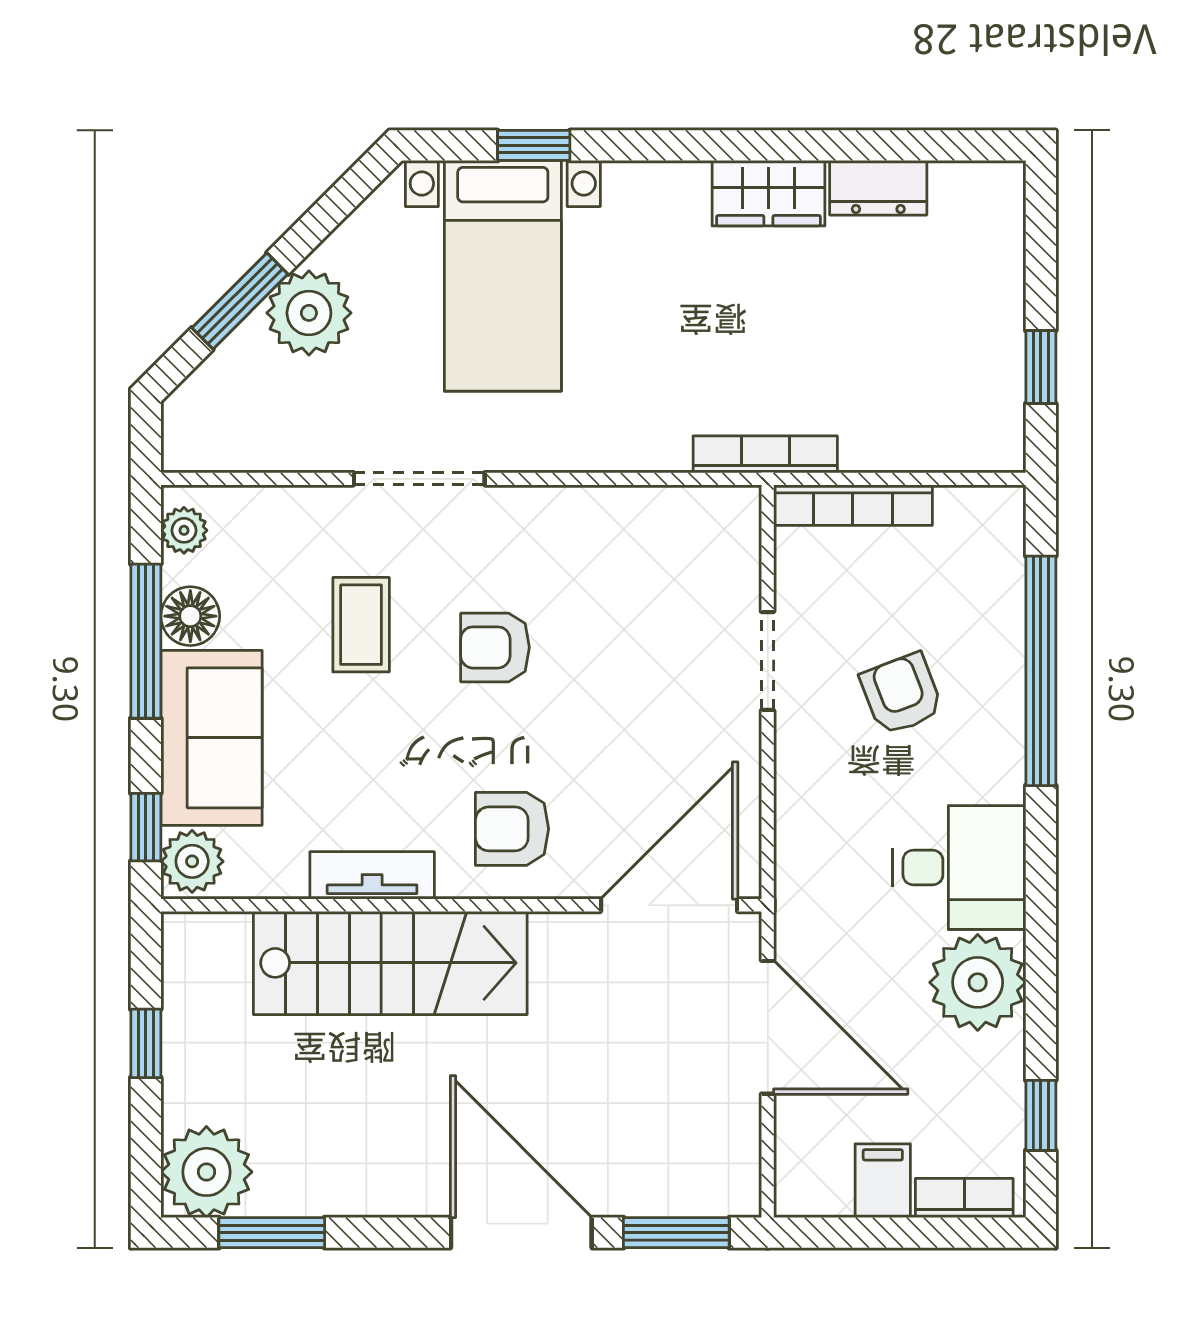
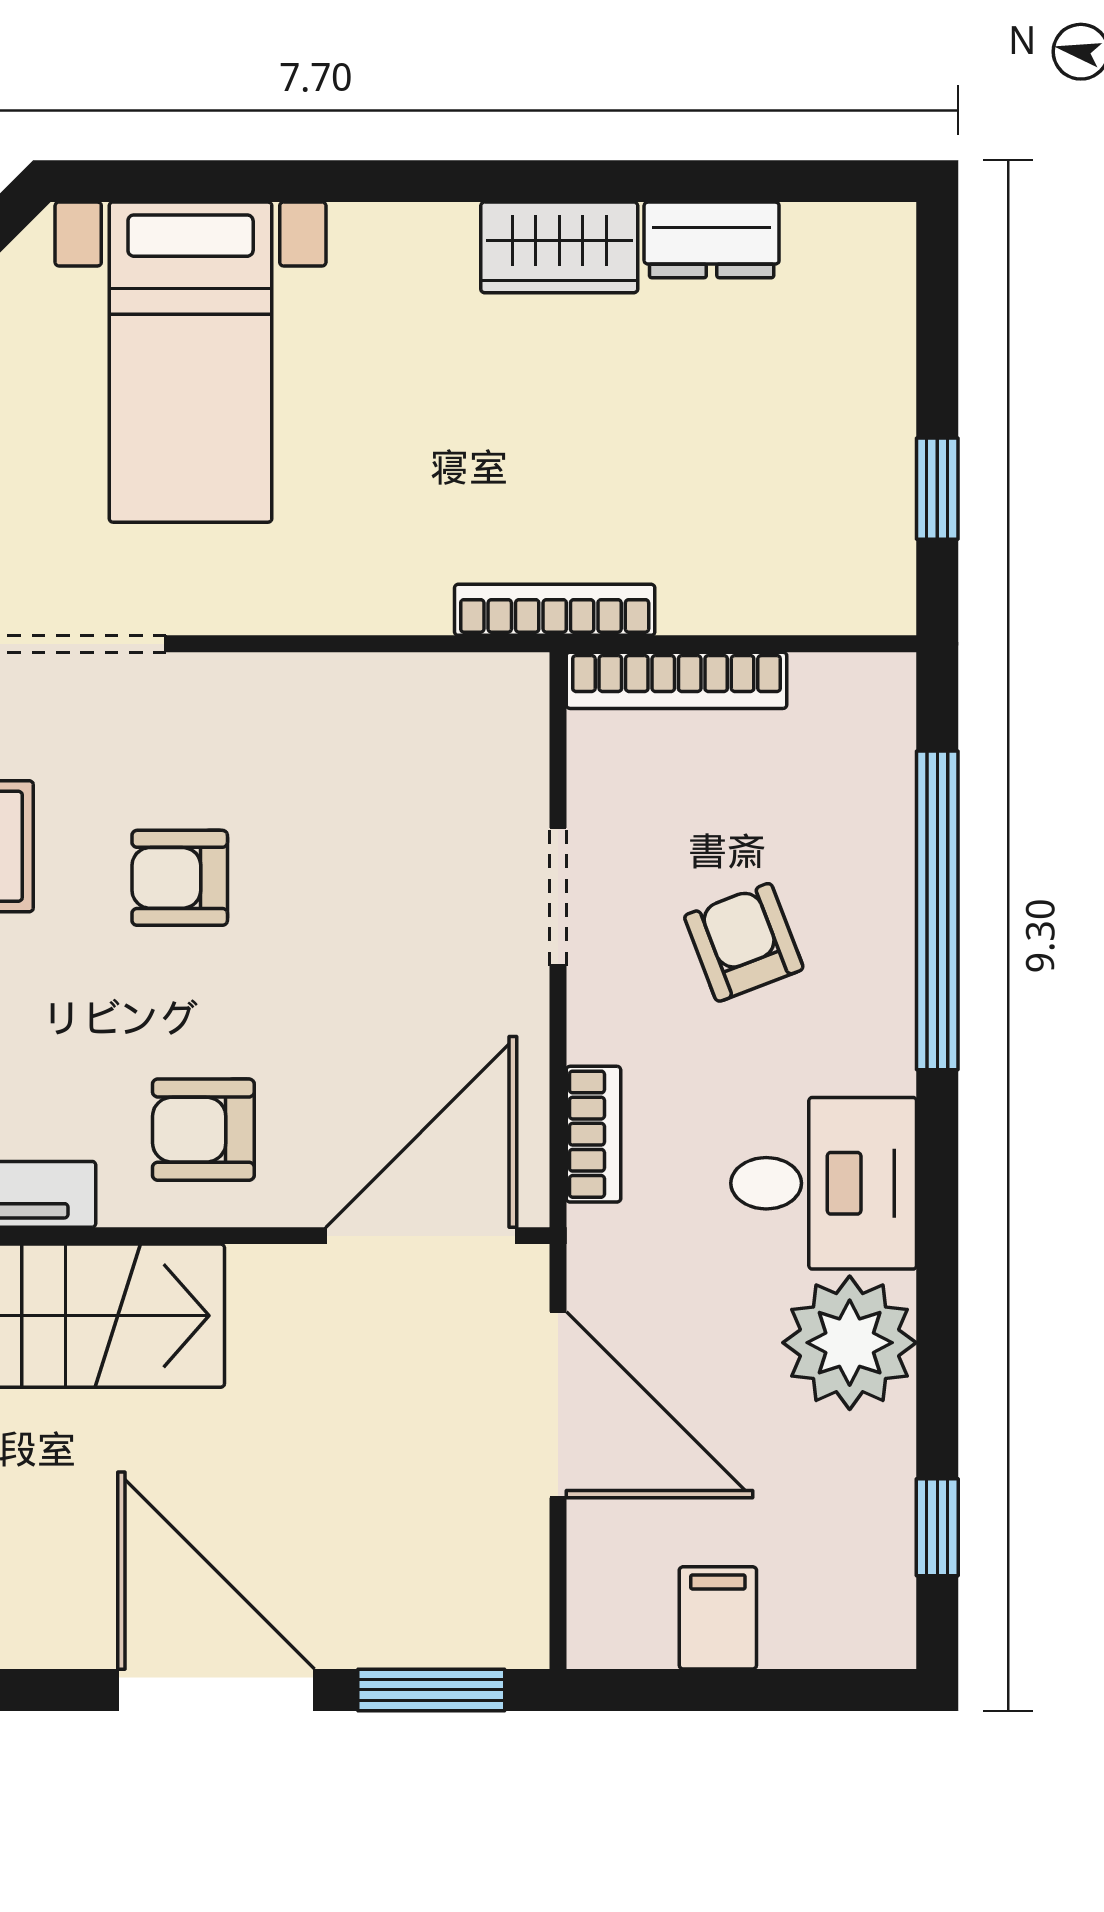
window: (534, 145) -> (233, 181), removed
bookcase: (964, 1198) -> (593, 1134), moved, turned 90

